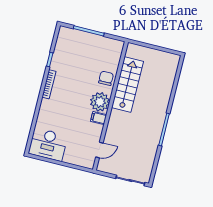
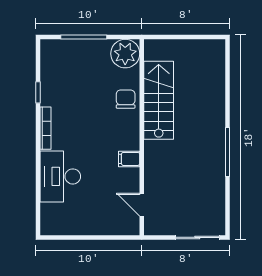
plant: (100, 102) -> (125, 54), moved
desk: (48, 144) -> (60, 176), moved, turned 90
door: (99, 150) -> (142, 205), swing flipped

